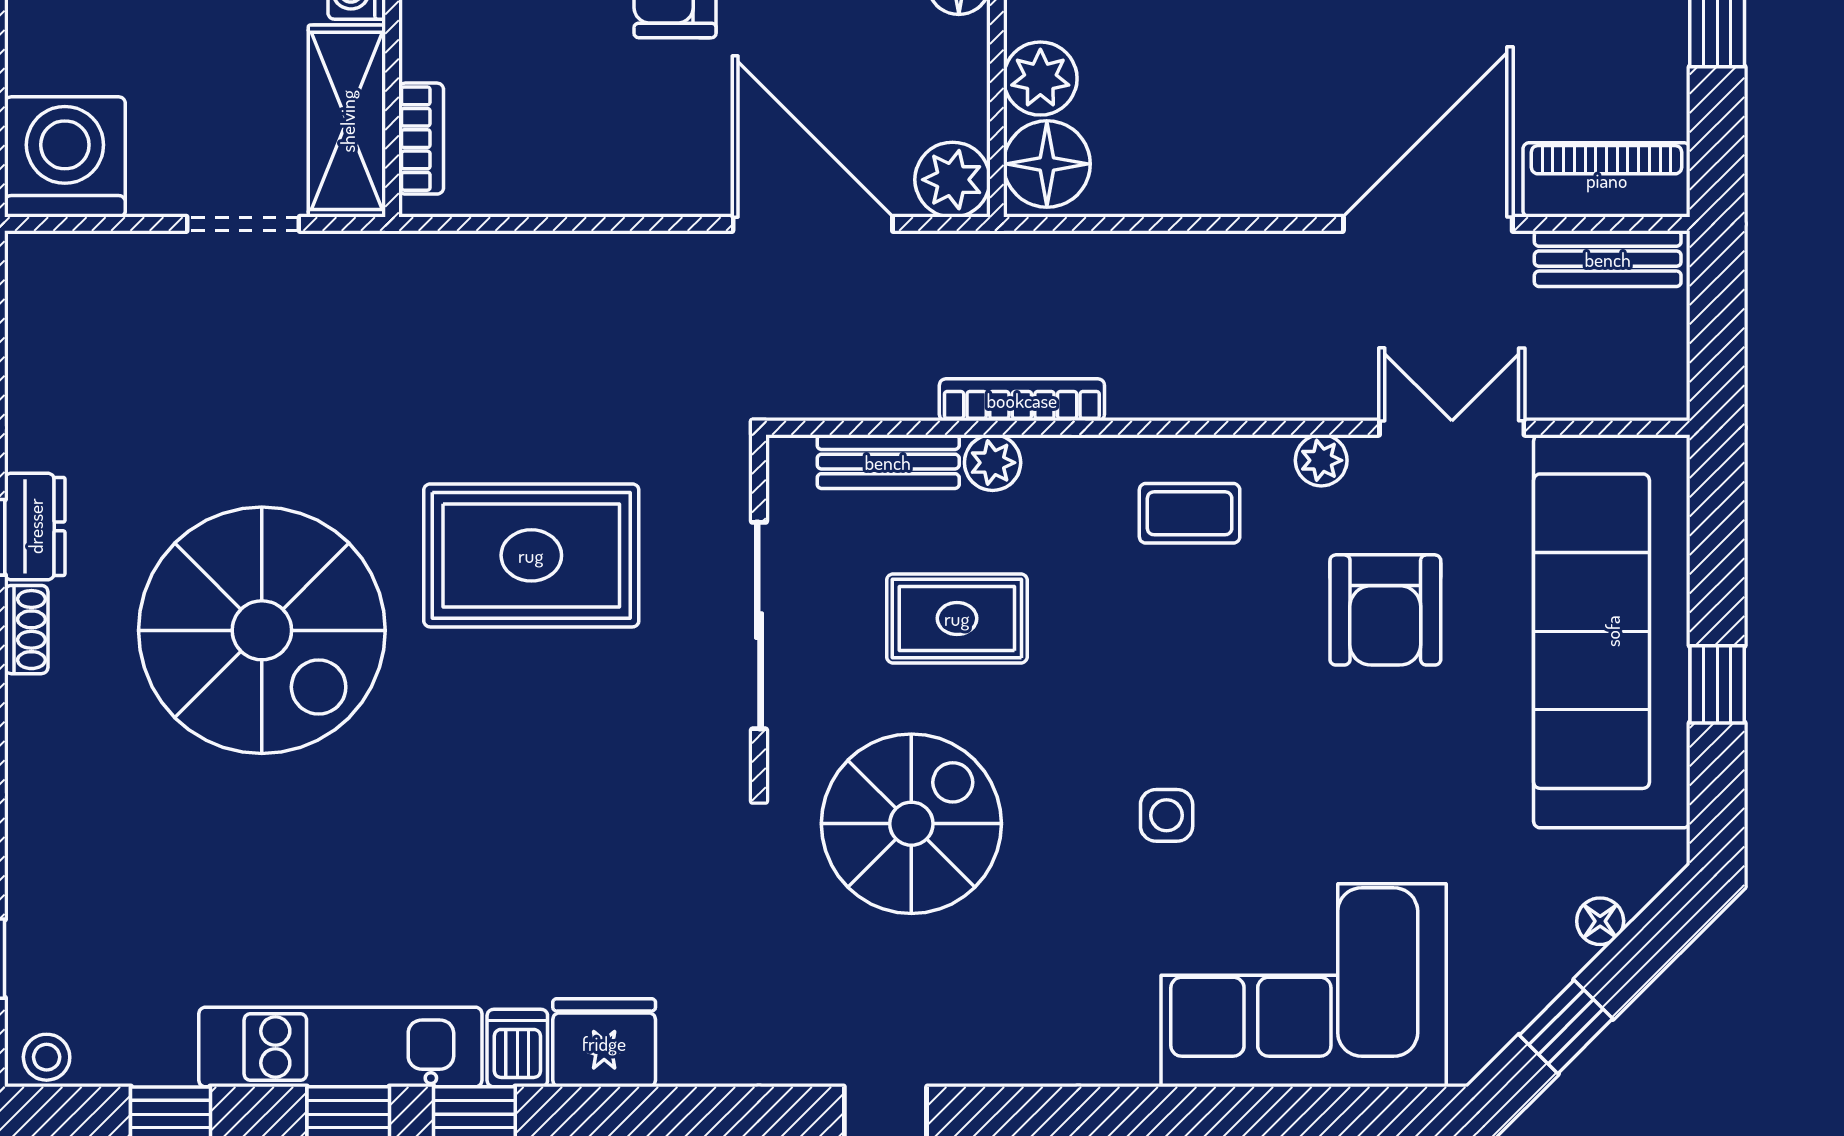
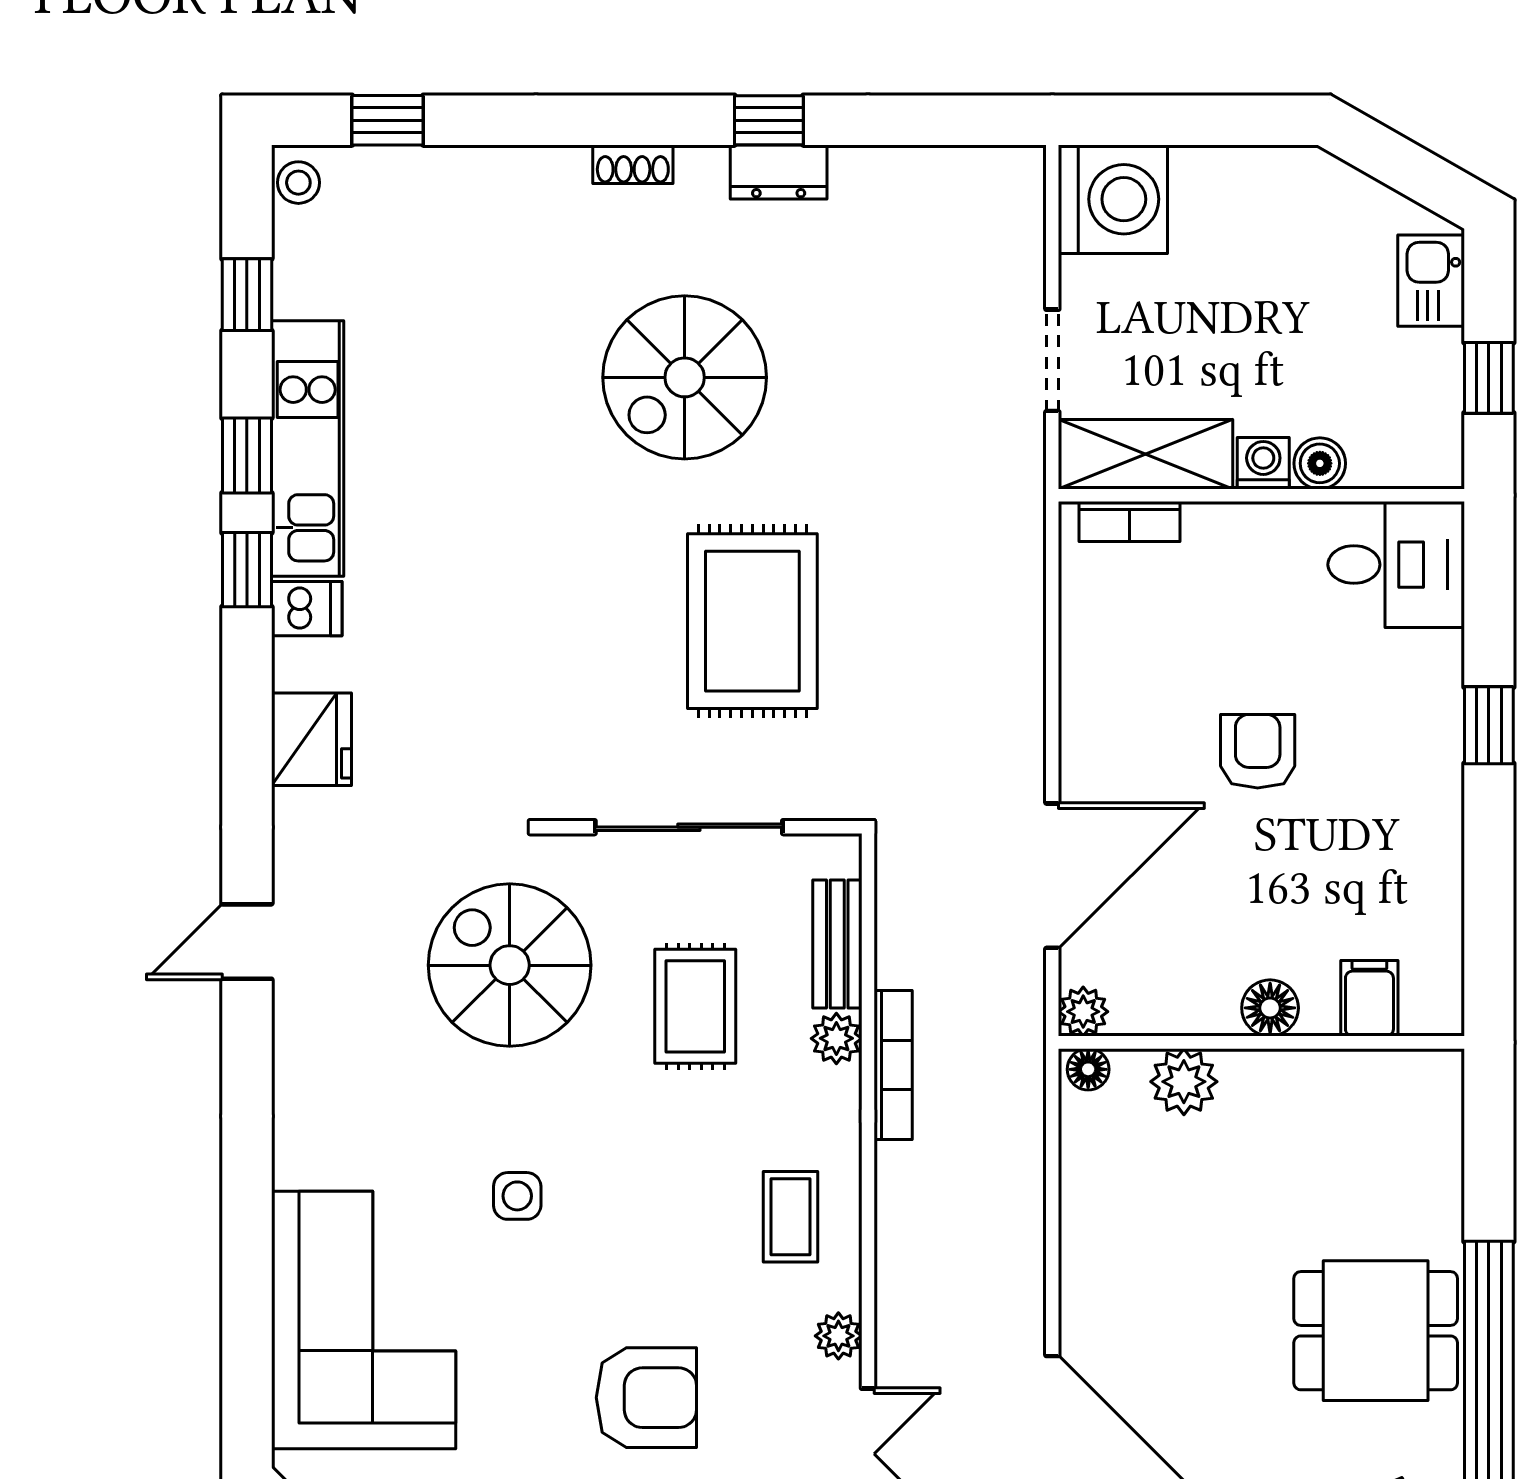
floor lamp: (1047, 164) -> (1088, 1069), width x0.53, depth x0.53
plant: (952, 180) -> (1083, 1012), width x0.73, depth x0.73
armchair: (1385, 610) -> (646, 1398), moved, turned 180
shoe rack: (26, 630) -> (633, 164), moved
spiral stairs: (262, 630) -> (685, 377), width x0.73, depth x0.73
spiral stairs: (911, 824) -> (510, 965), turned 180
fridge: (604, 1043) -> (311, 739), moved

